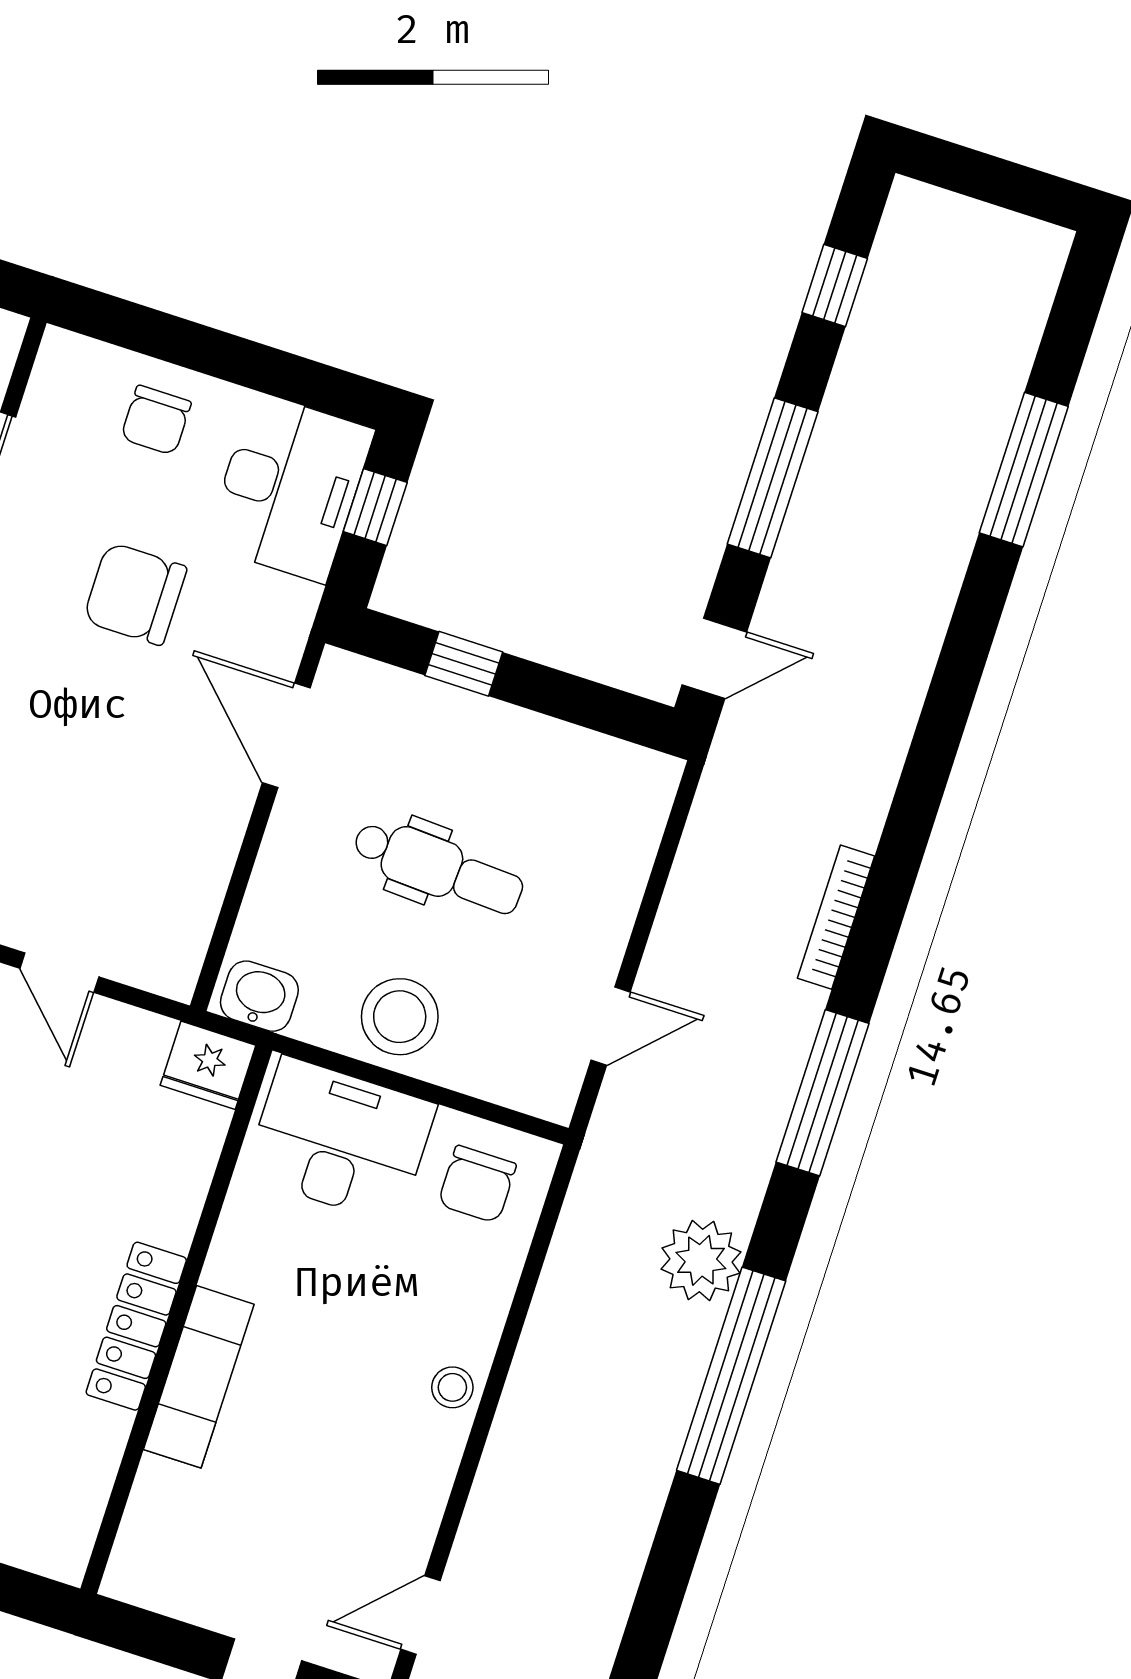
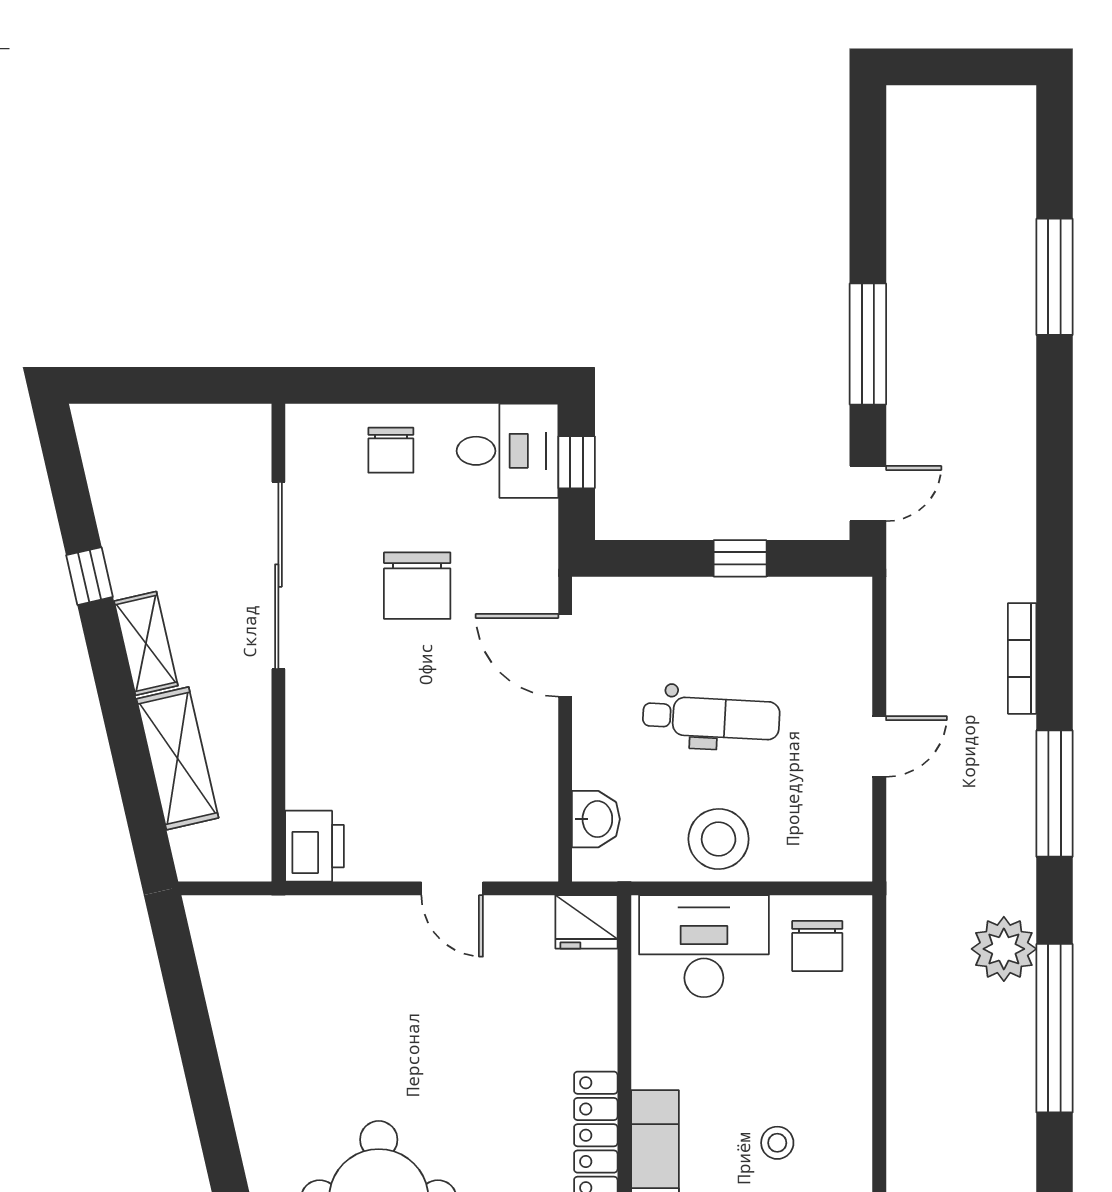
window: (835, 286) -> (868, 184), removed
desk: (290, 487) -> (508, 451), width x0.73
chair: (135, 594) -> (417, 586), turned -90
window: (464, 664) -> (740, 558), moved
washbasin: (259, 996) -> (596, 819), moved, turned 90
door: (611, 1026) -> (879, 746), moved
stool: (452, 1387) -> (777, 1143), moved

